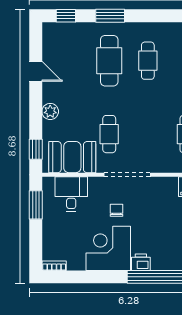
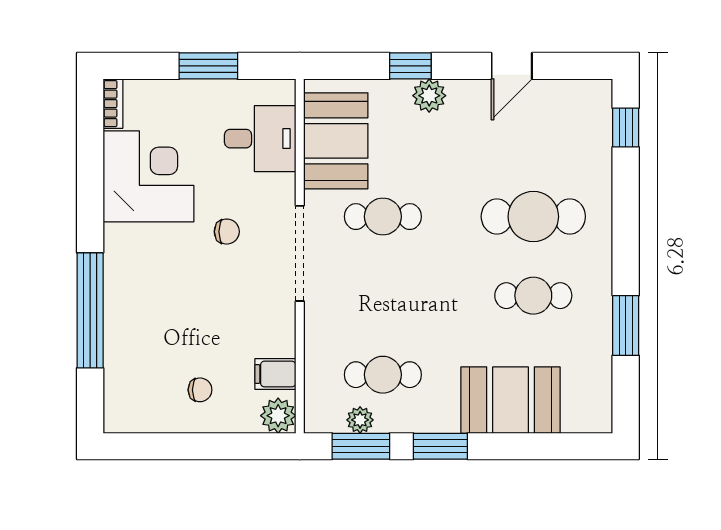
window: (110, 16) -> (626, 326), moved
window: (36, 149) -> (410, 66), moved
window: (36, 205) -> (208, 66), moved
corner desk: (108, 248) -> (148, 176), moved
printer: (141, 262) -> (120, 281), removed

